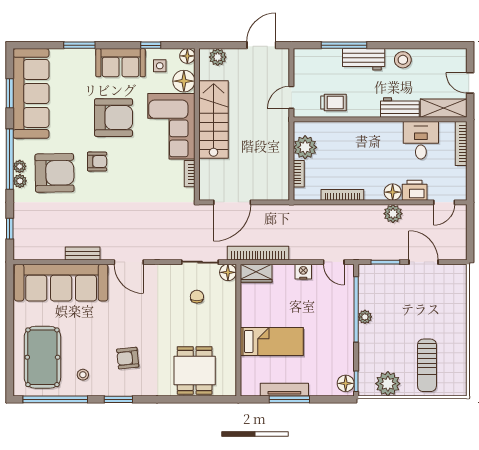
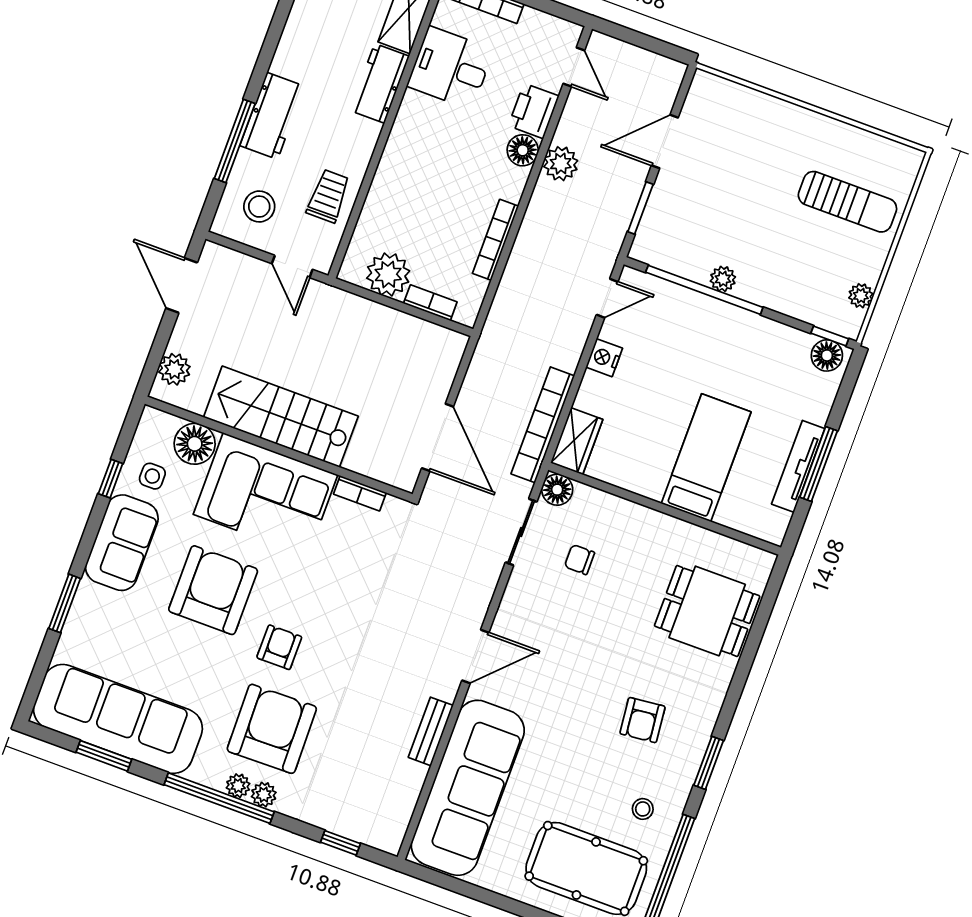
floor lamp: (187, 56) -> (153, 422), removed
stool: (403, 60) -> (259, 207), moved
plant: (388, 384) -> (861, 296), width x0.53, depth x0.53

